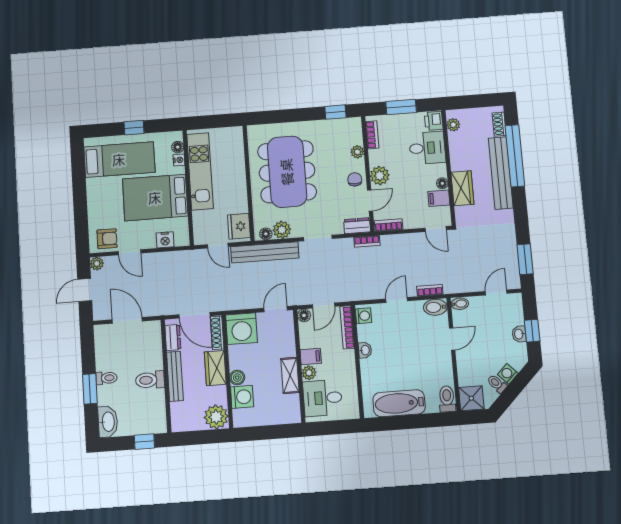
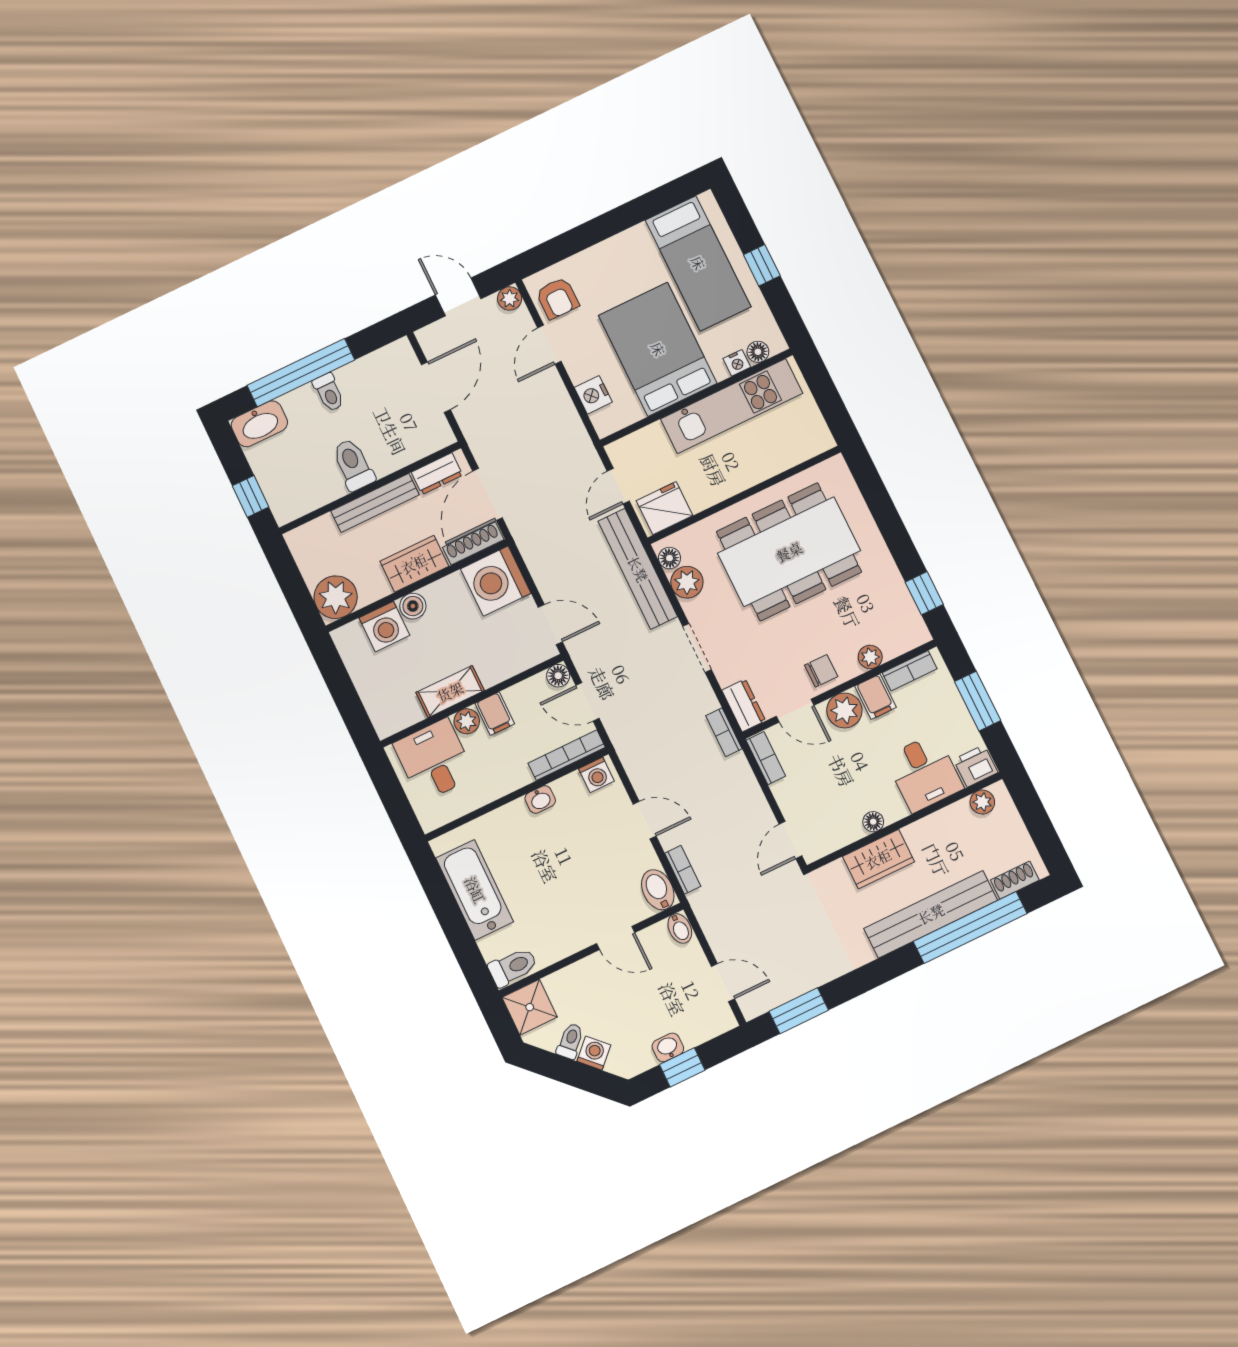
filing cabinet: (439, 198) -> (876, 697), moved, turned 180
window: (90, 389) -> (301, 373), width x2.11

